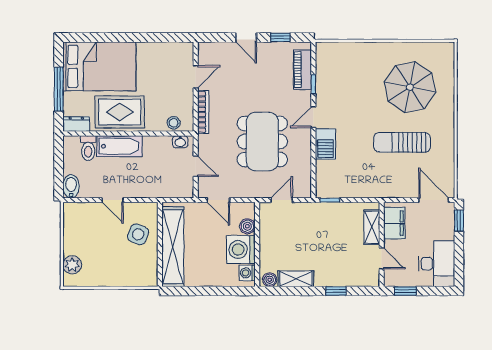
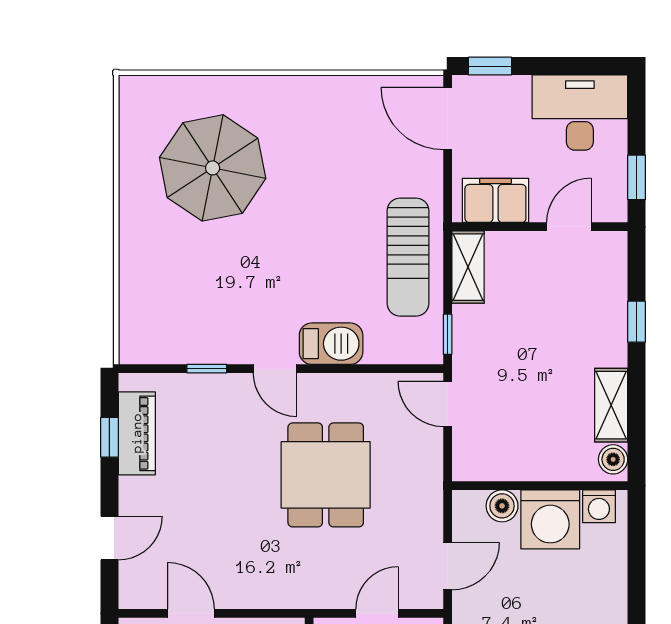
door: (246, 38) -> (109, 538), moved
piano: (302, 70) -> (137, 433), moved, turned -90
bookcase: (203, 112) -> (264, 598), removed
dining table: (262, 141) -> (326, 475), width x0.73
sun lounger: (402, 142) -> (408, 257), moved
door: (282, 200) -> (448, 404), moved
door: (434, 200) -> (448, 119), hinge flipped
shelving: (372, 227) -> (468, 267), moved, turned 90

